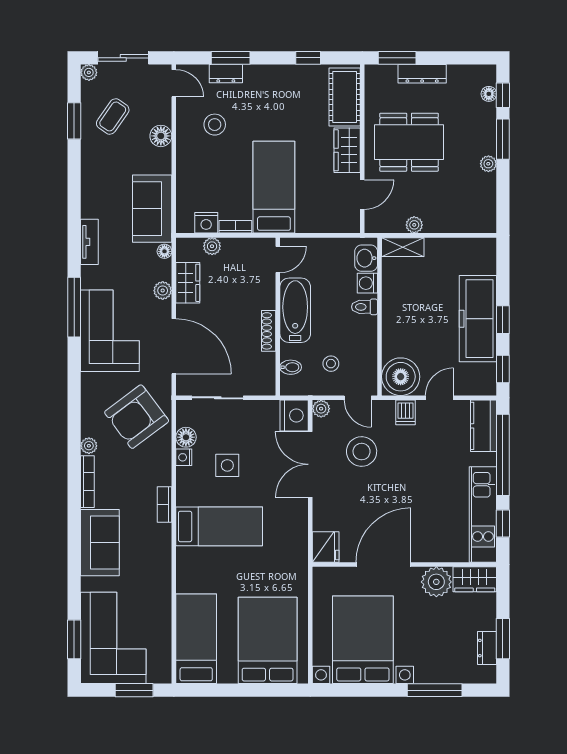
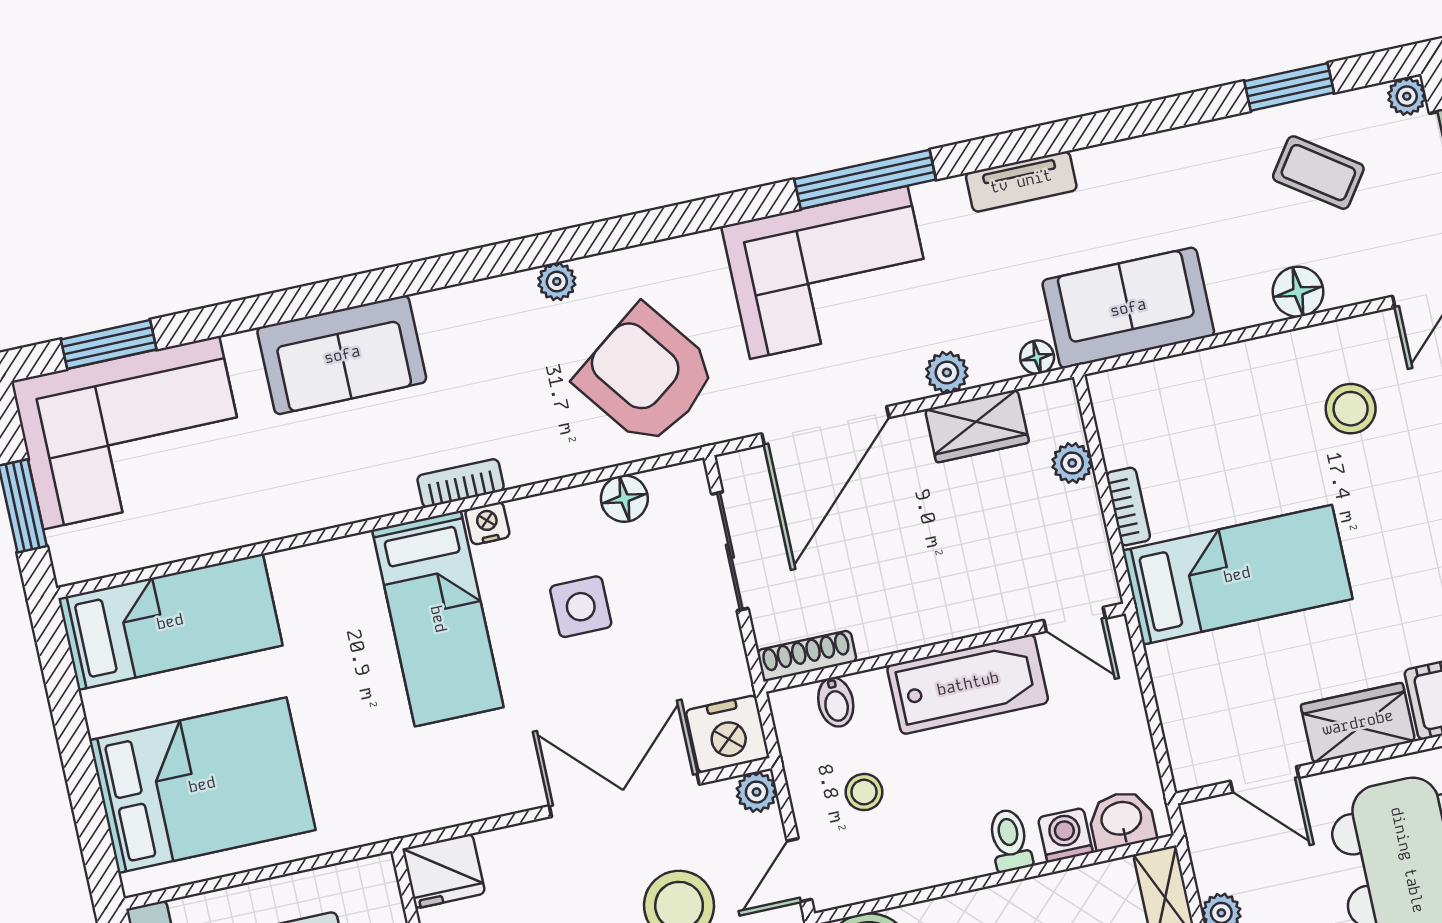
nightstand: (206, 223) -> (1123, 438), removed
shoe rack: (269, 331) -> (807, 656), moved
nightstand: (184, 457) -> (487, 523), moved
bookcase: (87, 482) -> (474, 296), removed

